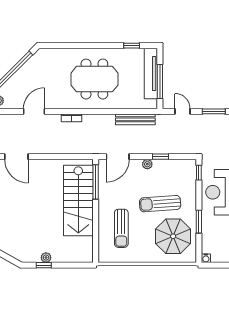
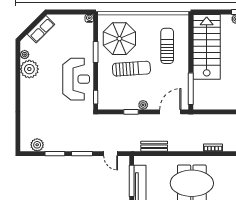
bench: (135, 119) -> (154, 146), width x0.73
stairs: (78, 201) -> (207, 47), moved

